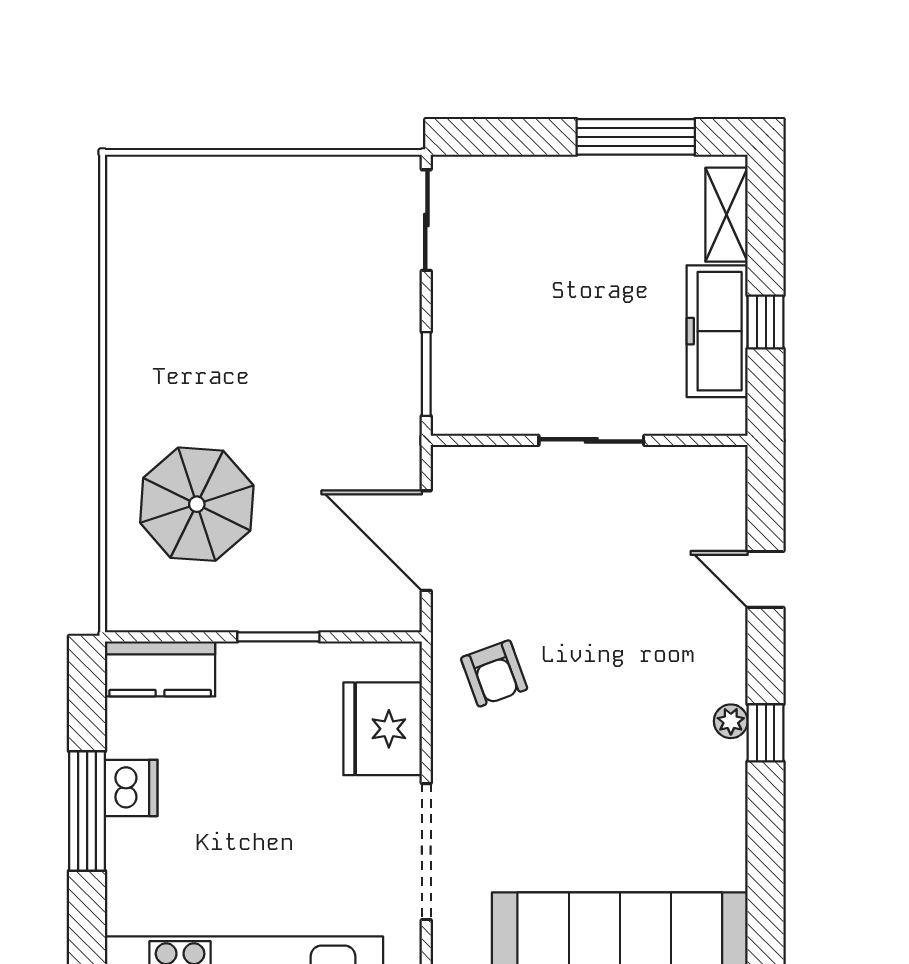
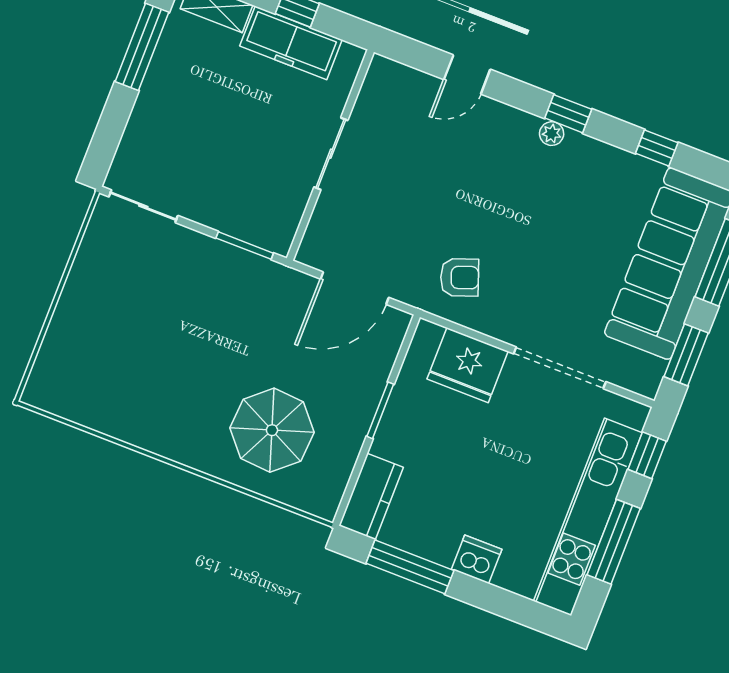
dishwasher: (131, 788) -> (477, 559), moved
window: (87, 811) -> (410, 567), moved
window: (766, 867) -> (657, 148), added

